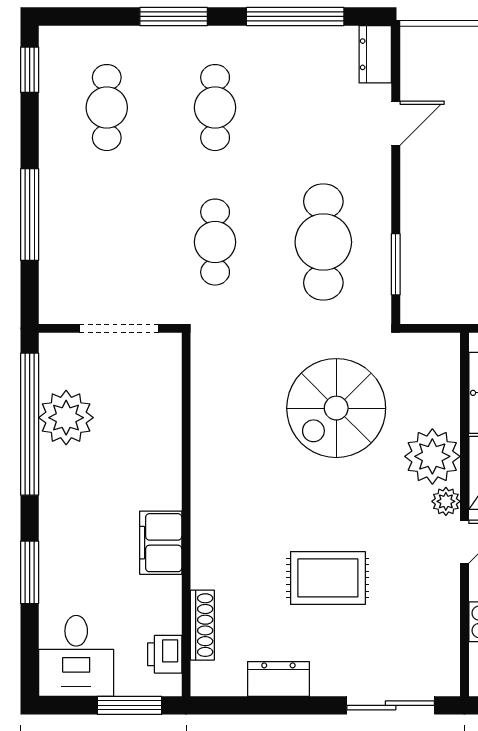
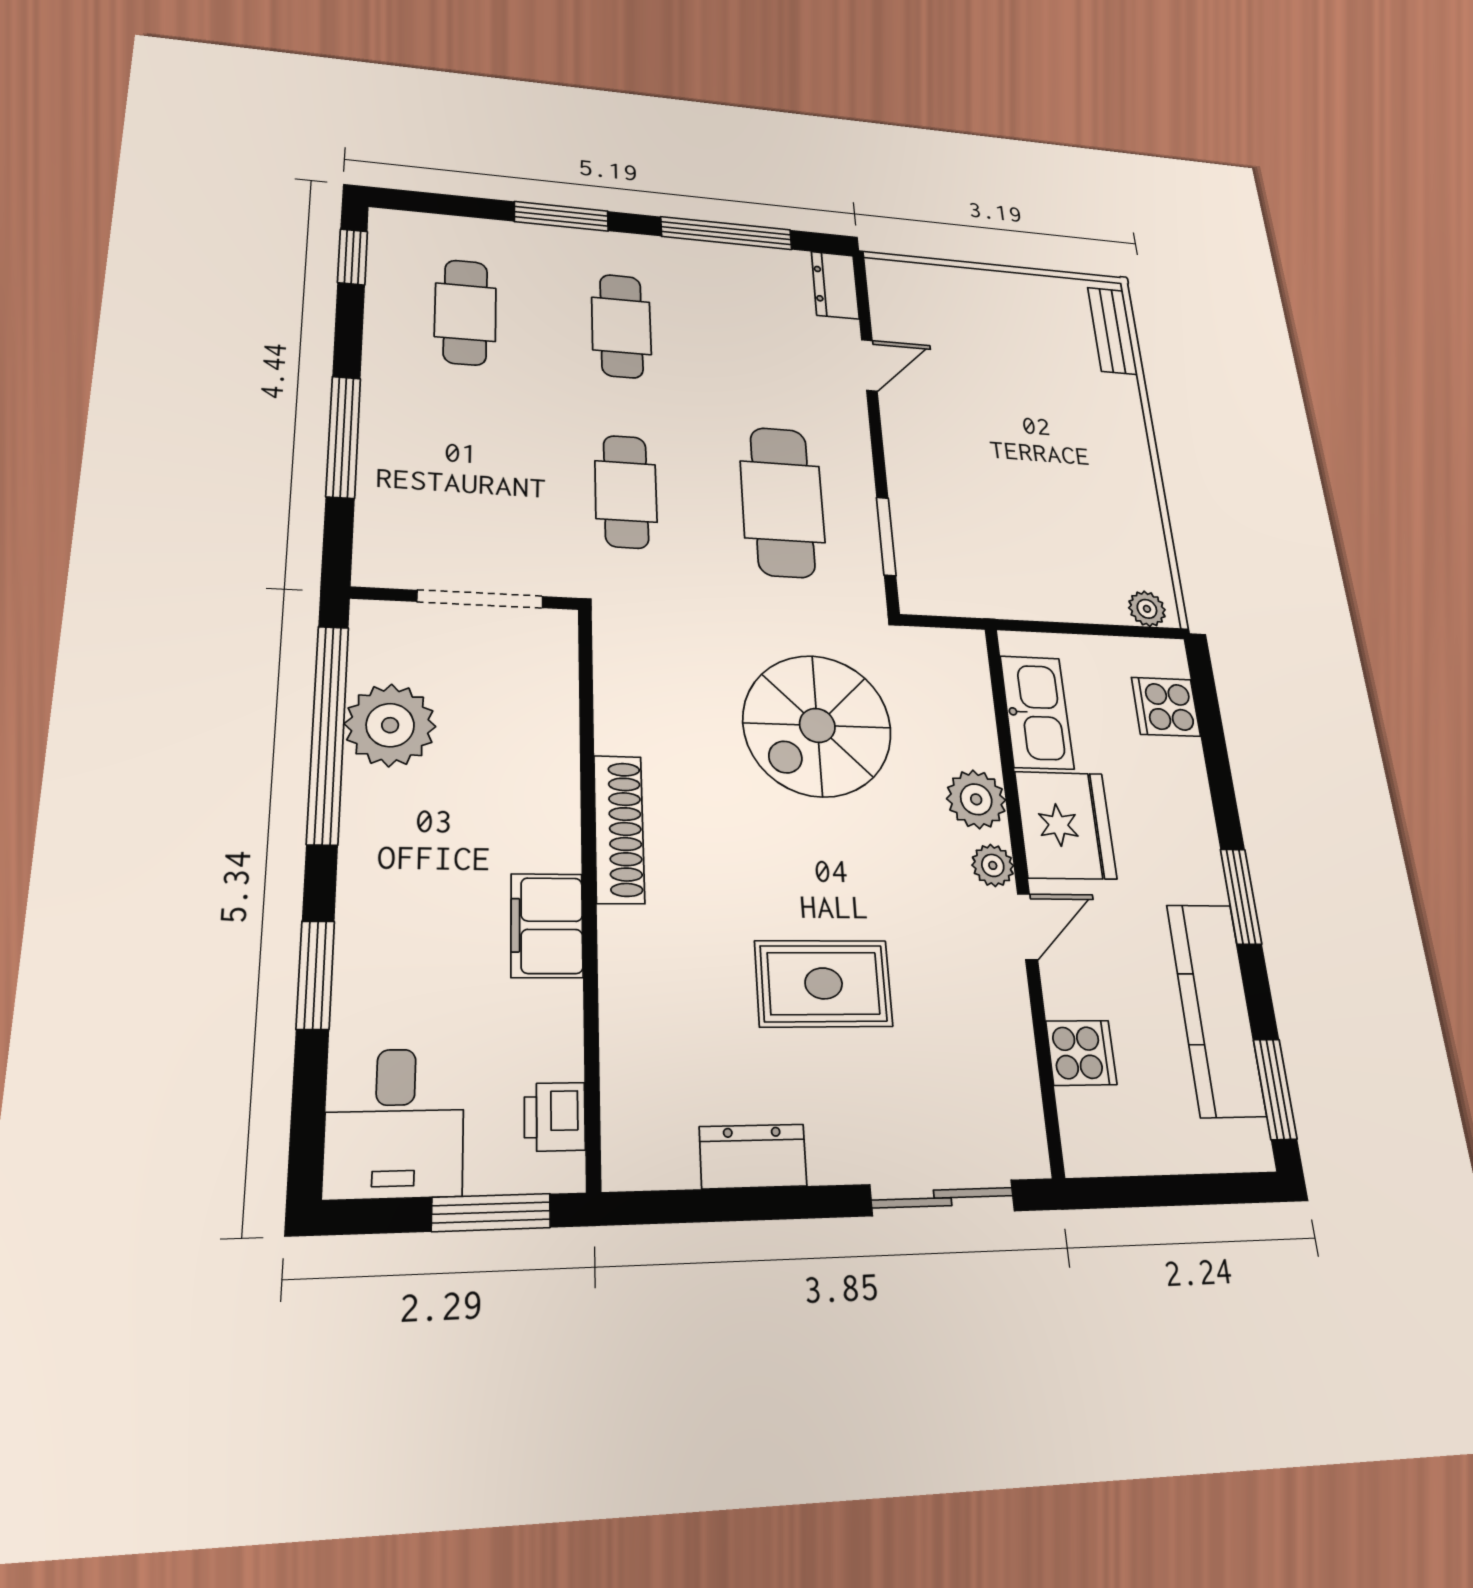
plant: (432, 456) -> (976, 799), width x0.73, depth x0.73
shoe rack: (202, 625) -> (619, 829), moved, width x1.36, depth x1.24

